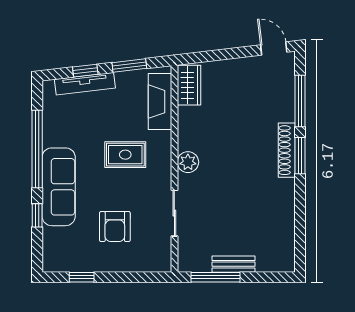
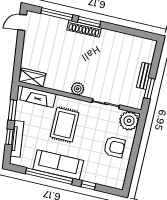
rug: (125, 155) -> (65, 125), width x1.36, depth x1.43
sofa: (59, 187) -> (58, 165), moved
armchair: (115, 227) -> (114, 147), moved
plant: (156, 257) -> (129, 121), added
window: (82, 277) -> (131, 167), removed
window: (216, 277) -> (149, 88), width x0.69

